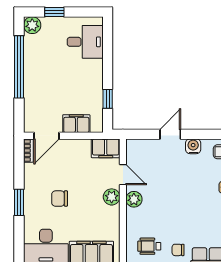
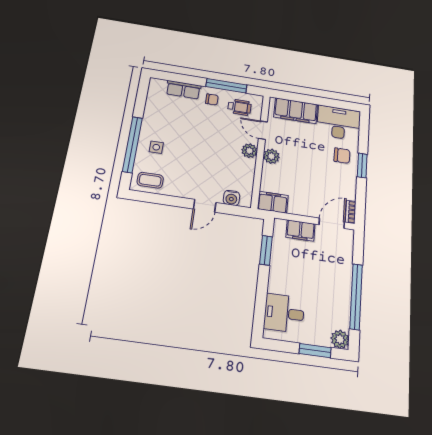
window: (54, 12) -> (315, 351), width x1.50
window: (108, 99) -> (266, 250), width x1.50
water cooler: (193, 146) -> (231, 198), moved
door: (123, 175) -> (263, 130), moved
chair: (60, 199) -> (342, 156), moved

